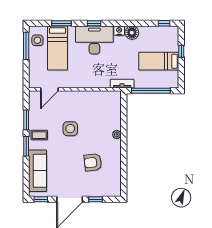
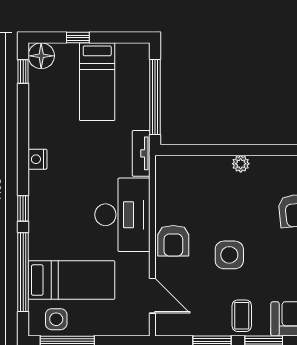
window: (61, 23) -> (23, 272), width x2.11
floor lamp: (132, 33) -> (41, 56), moved
desk: (94, 40) -> (122, 215), moved, turned 180
armchair: (78, 100) -> (173, 241), added

